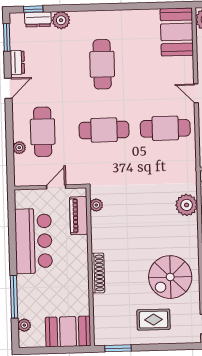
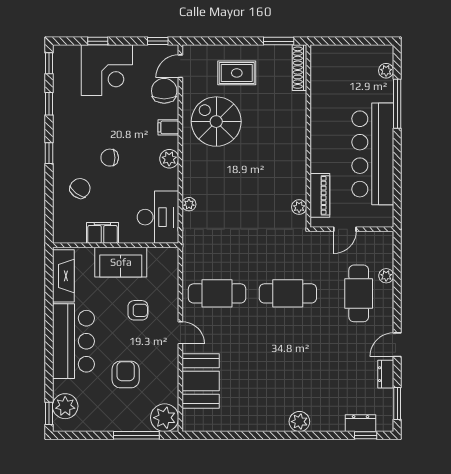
plant: (61, 20) -> (299, 422), moved
booth: (177, 32) -> (201, 381), moved
cafe table: (102, 64) -> (288, 369), removed
plant: (187, 205) -> (189, 204), width x0.53, depth x0.53
bar counter: (34, 241) -> (373, 154), width x1.36
shoe rack: (98, 273) -> (299, 68), moved
spiral stairs: (170, 277) -> (216, 122), turned -90
booth: (68, 332) -> (336, 62), removed

